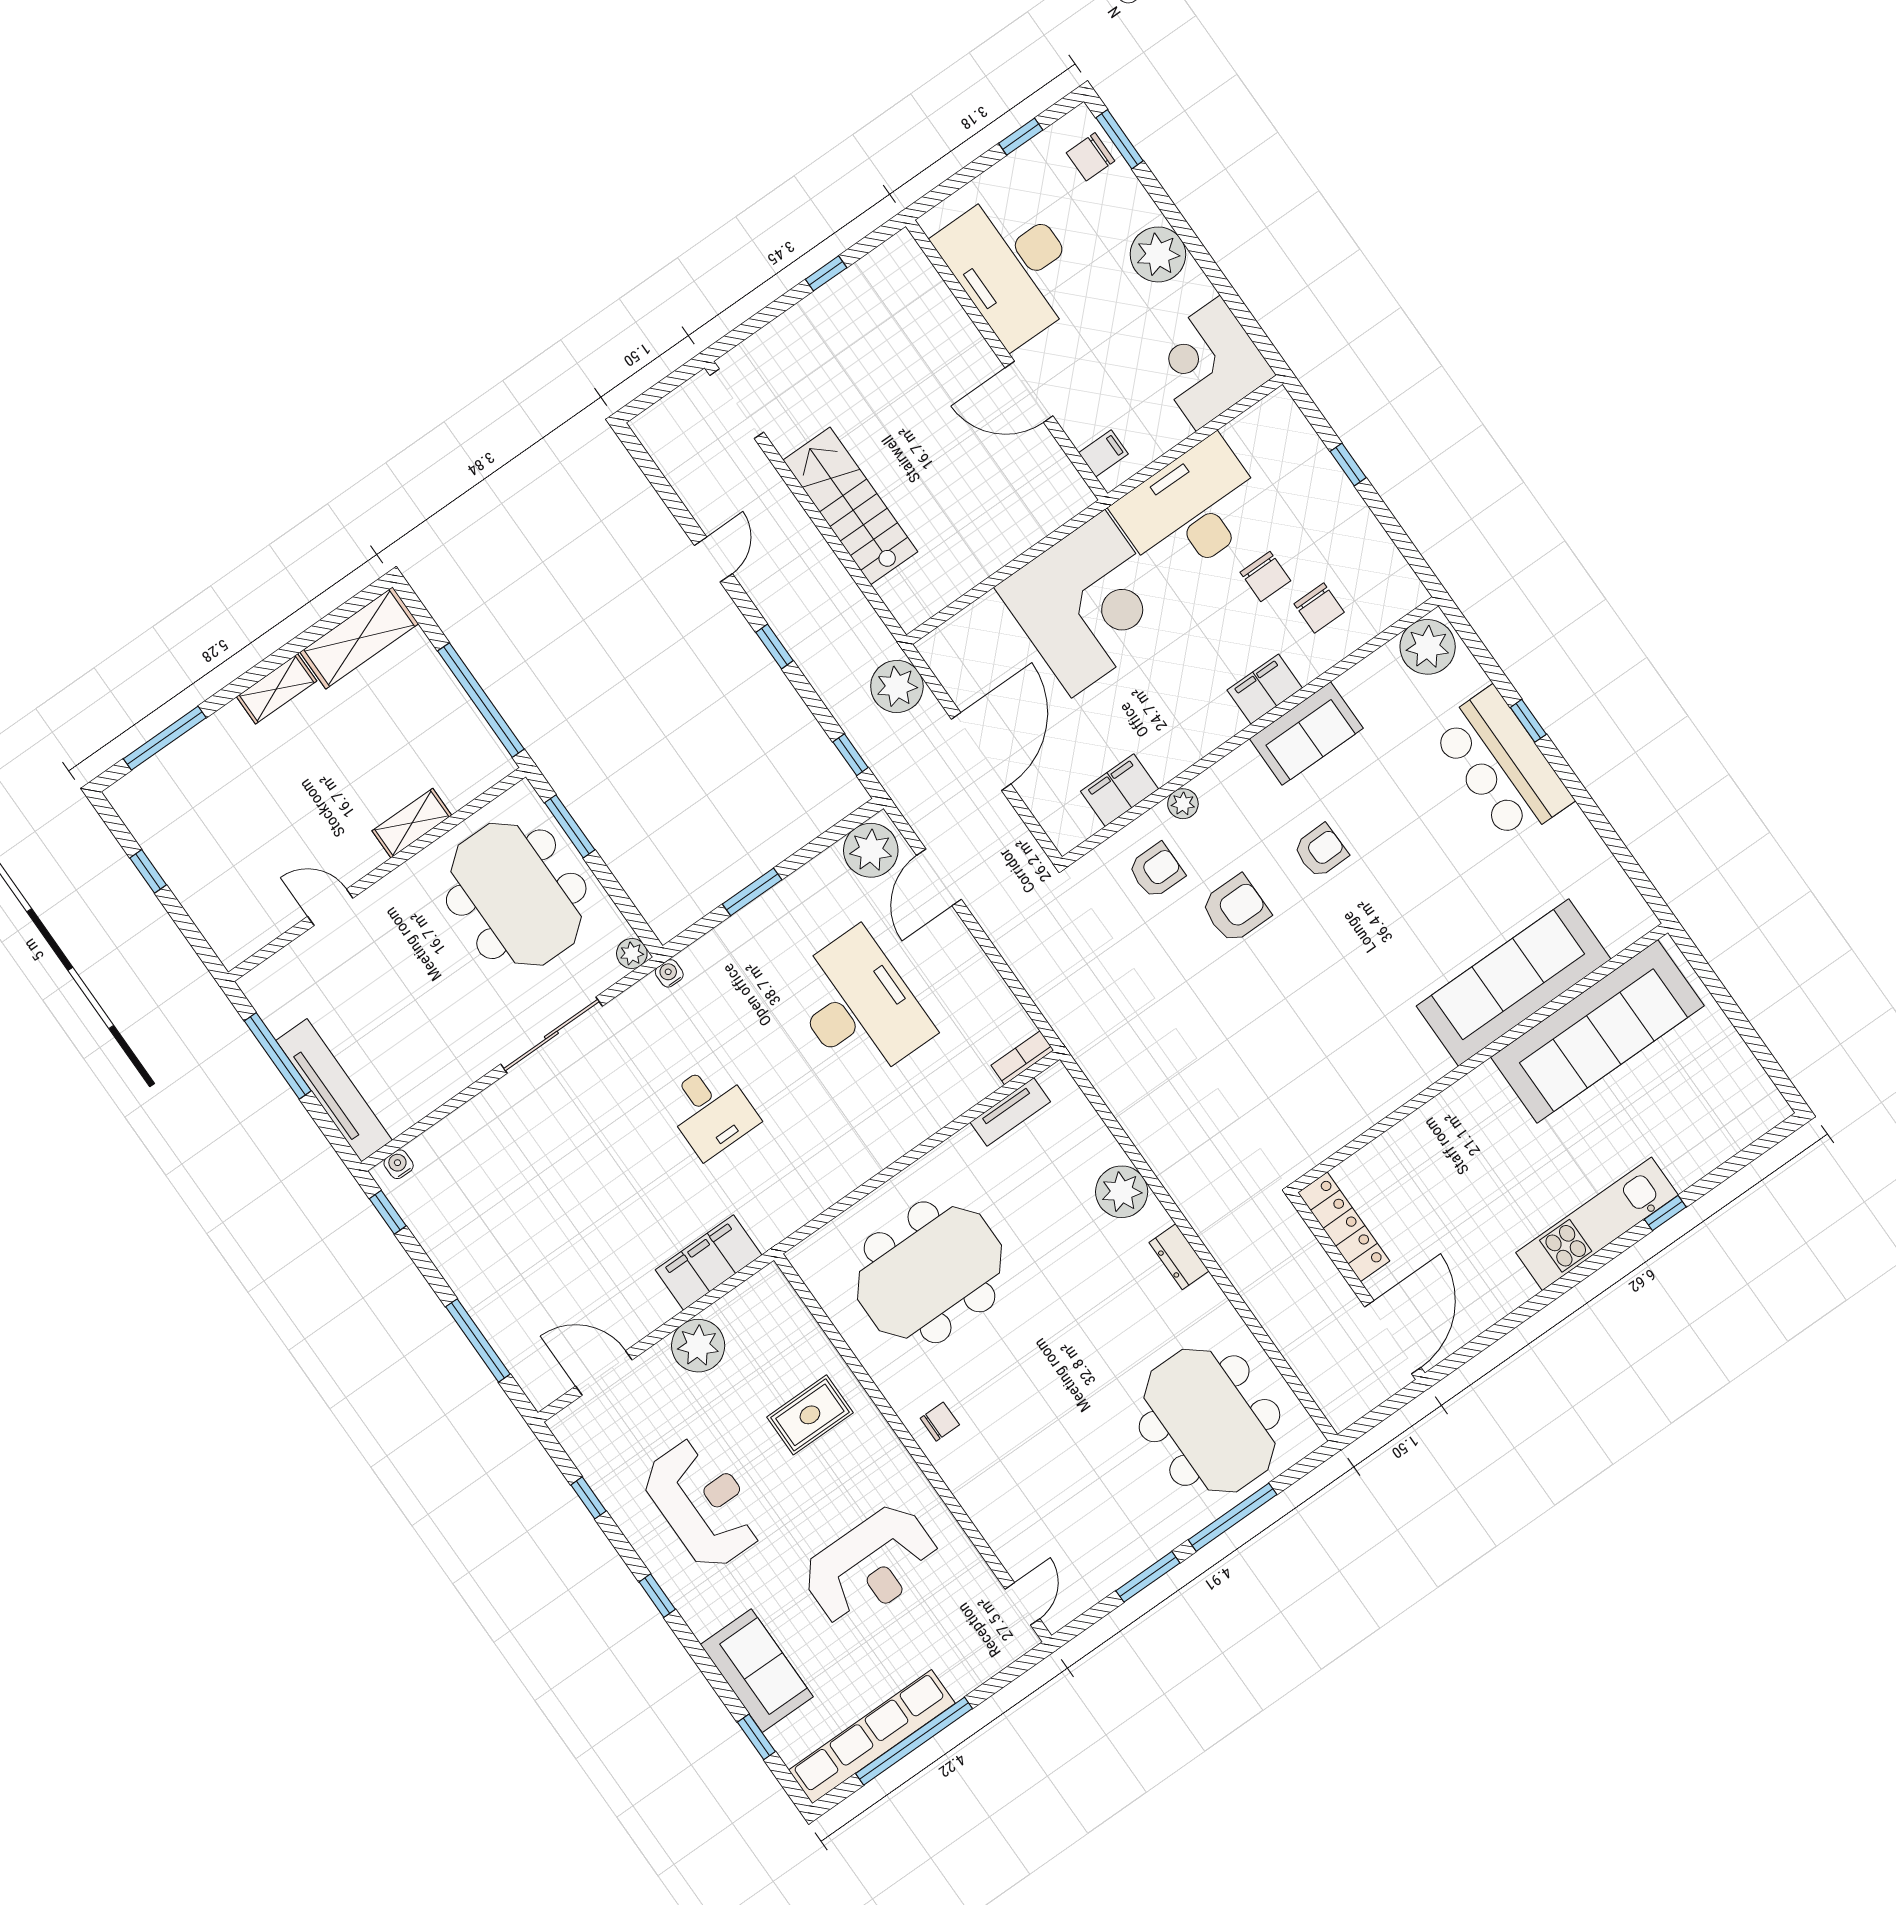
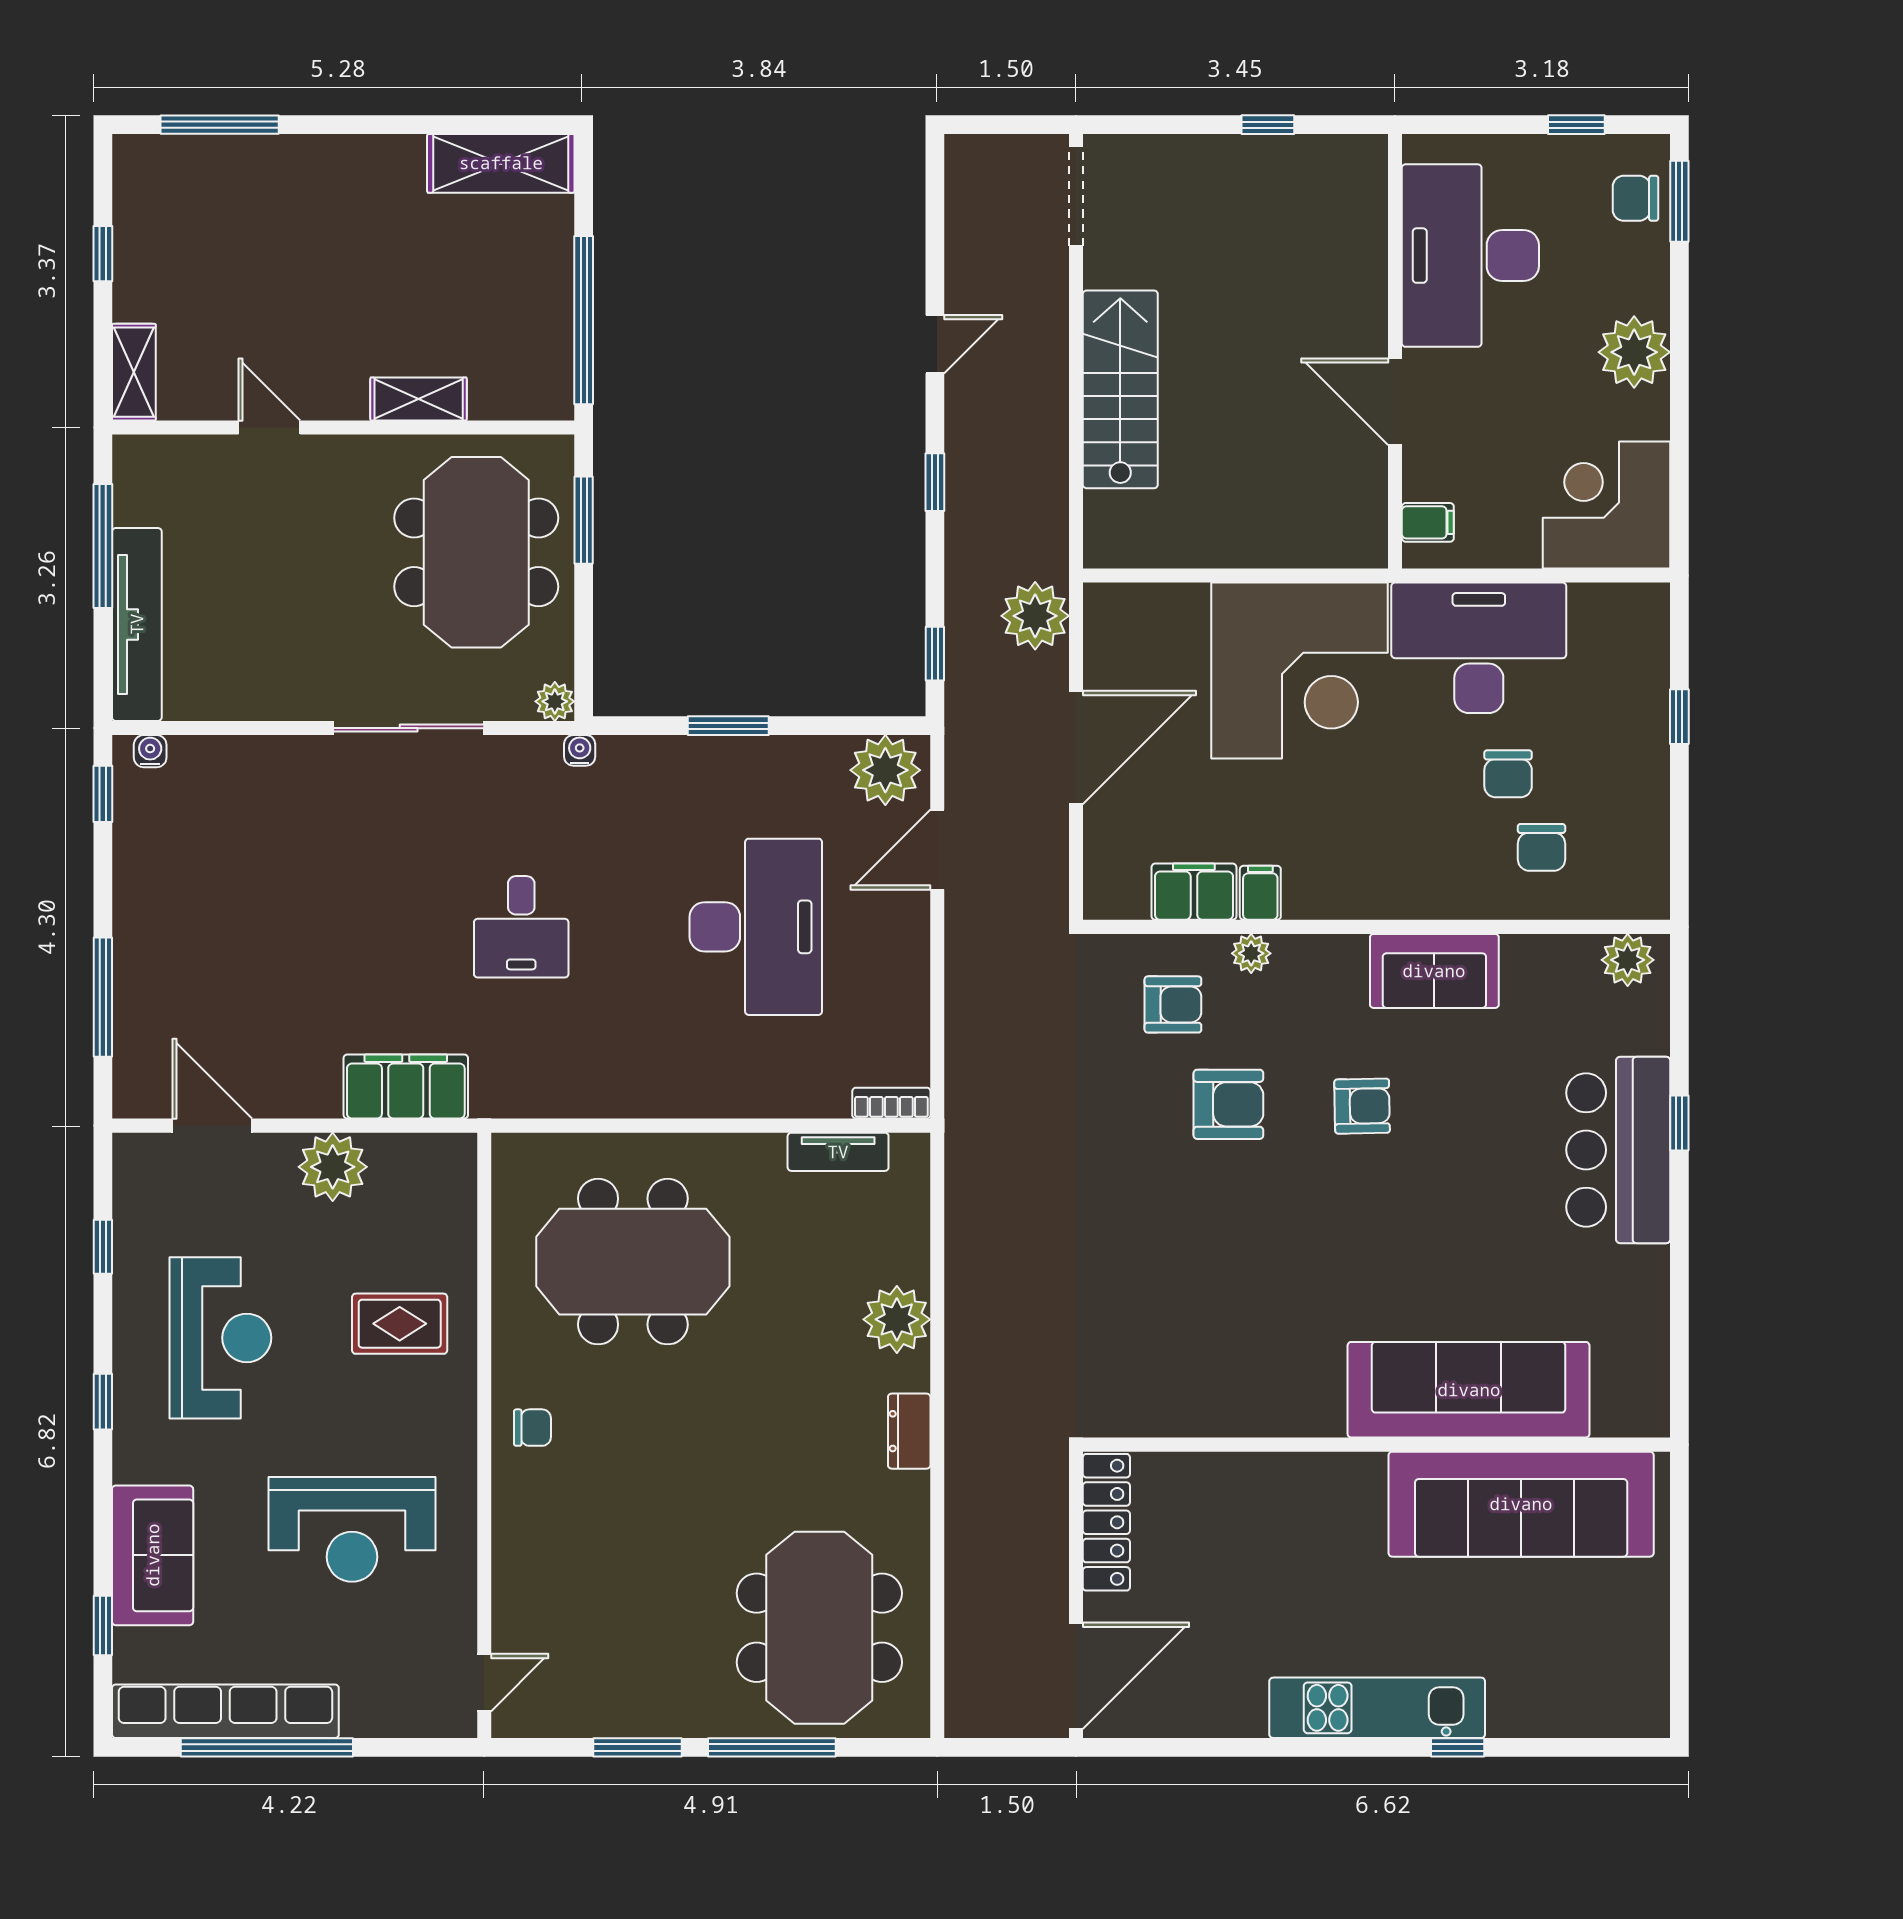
plant: (1428, 647) -> (1628, 960), width x0.73, depth x0.73
shelving: (277, 689) -> (134, 372), moved, turned 90
filing cabinet: (1265, 689) -> (1260, 893), moved, width x0.50

